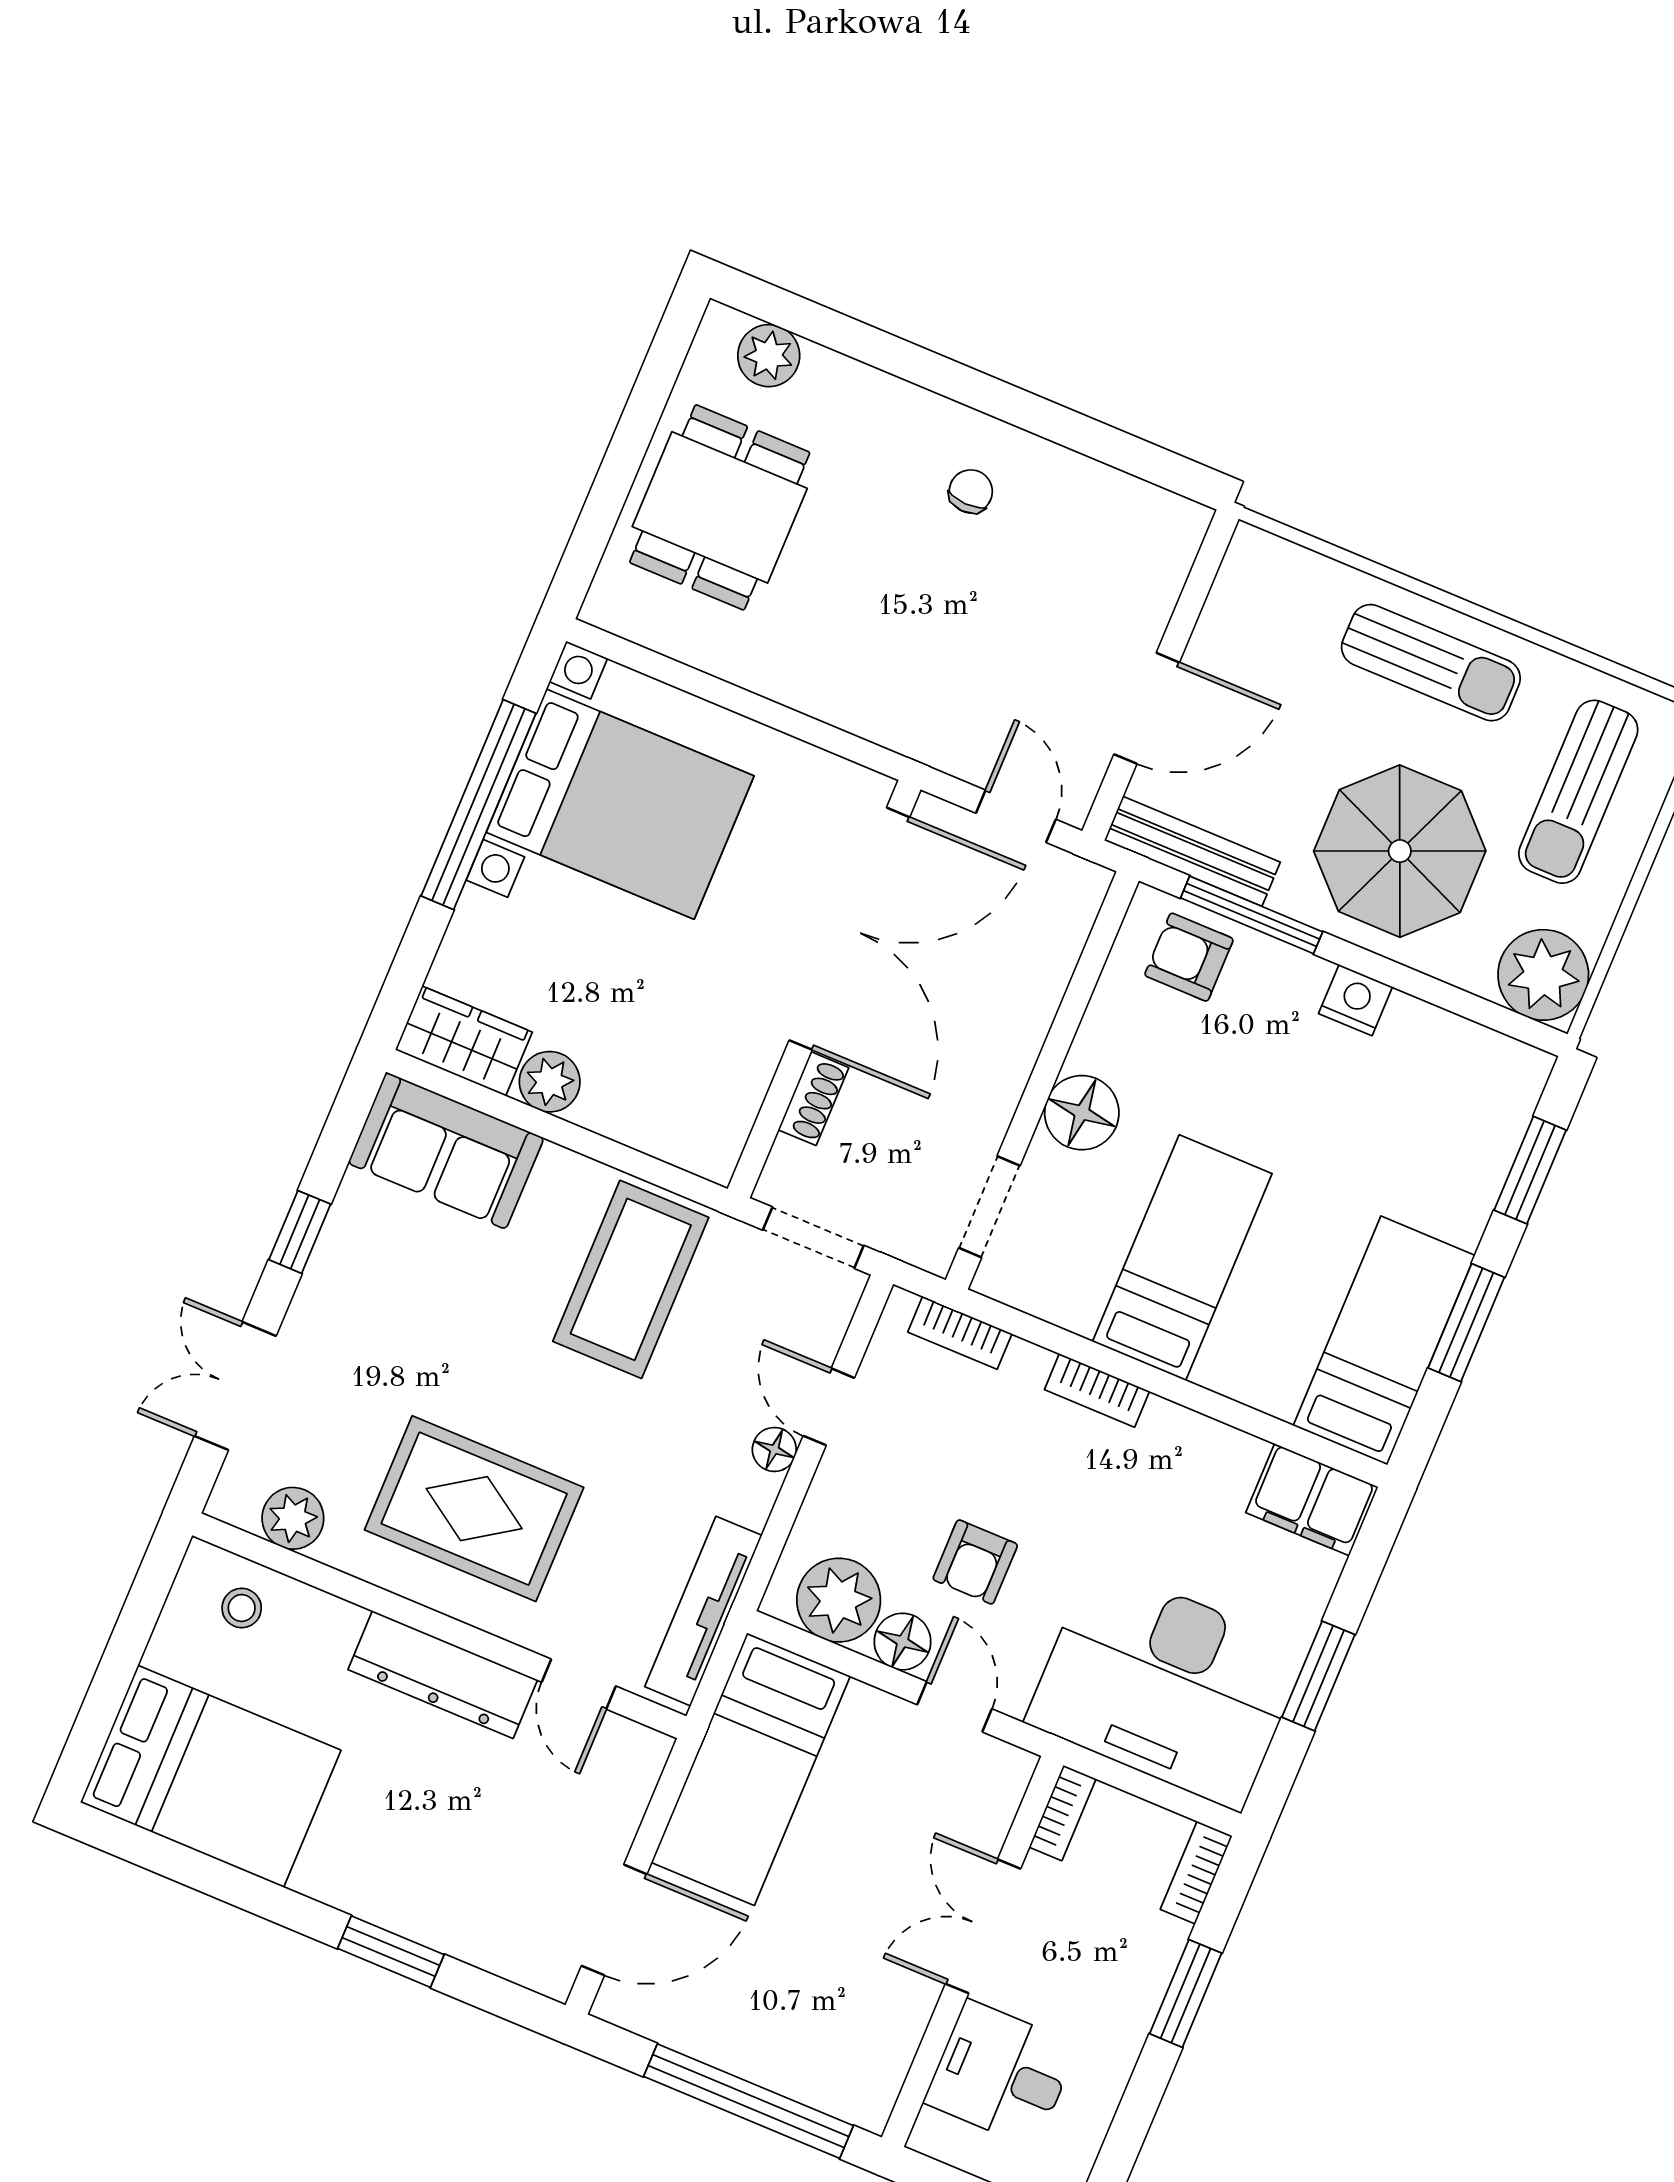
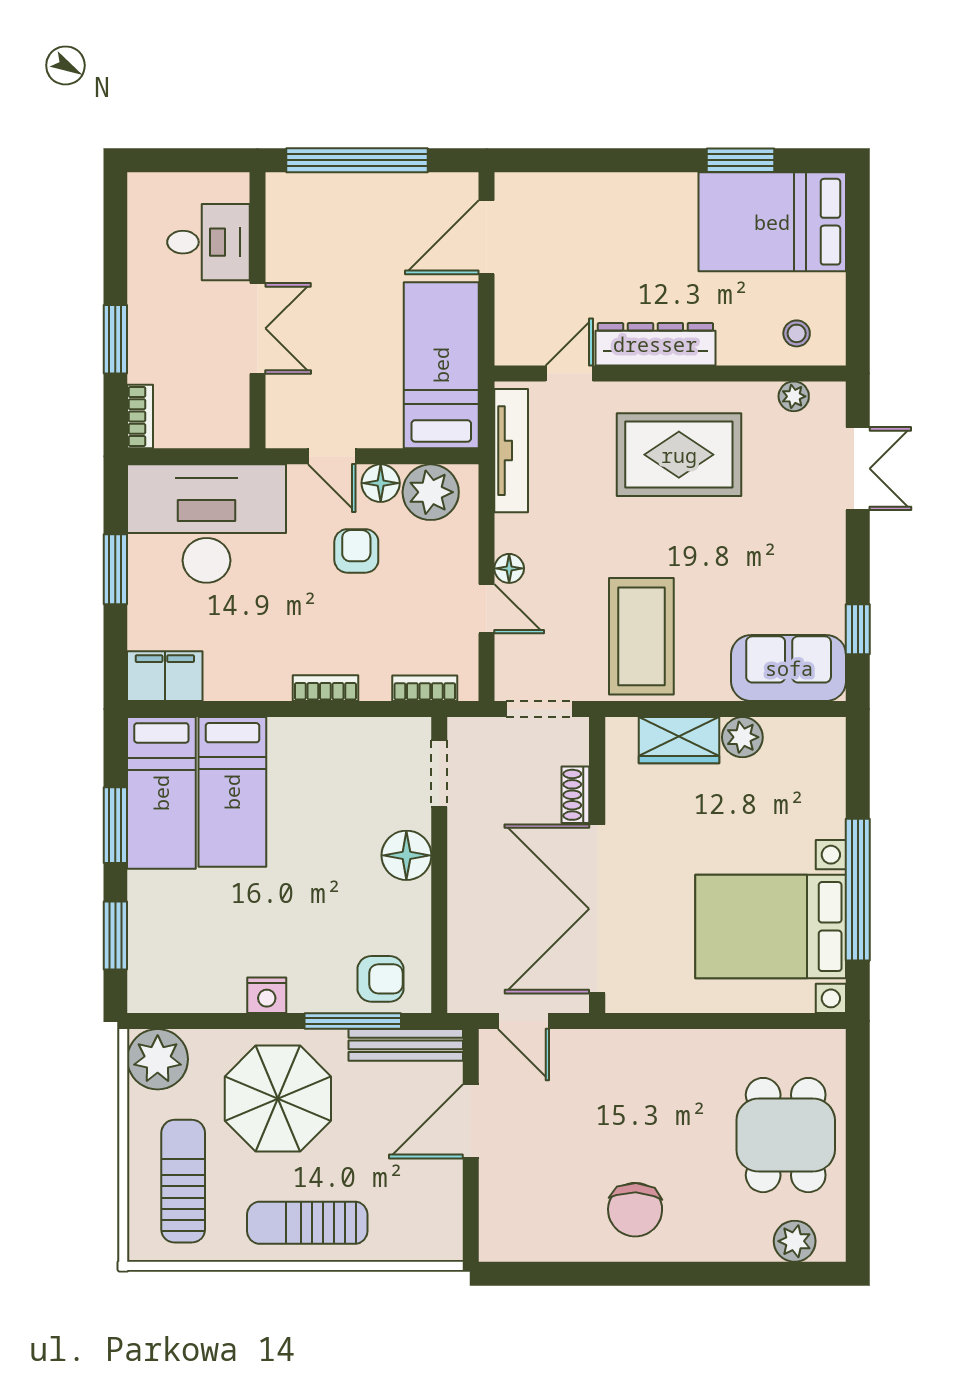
chair: (971, 491) -> (635, 1210), width x1.87, depth x1.87
wardrobe: (464, 1041) -> (679, 740), moved
window: (300, 1232) -> (858, 629), moved
bed: (1182, 1258) -> (232, 792), moved
plant: (293, 1518) -> (794, 396), width x0.73, depth x0.73
door: (579, 1684) -> (569, 373), hinge flipped
bookcase: (1063, 1813) -> (238, 419), removed
window: (391, 1952) -> (740, 160), moved

